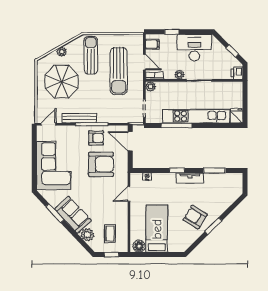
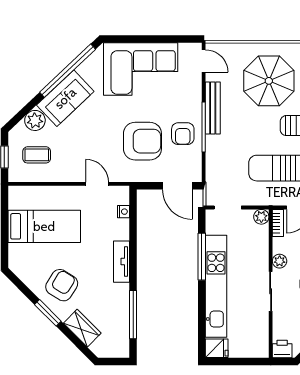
door: (130, 141) -> (177, 186), swing flipped
armchair: (101, 164) -> (142, 141), turned -90
window: (177, 170) -> (133, 257), removed
window: (214, 170) -> (133, 315), width x1.44
tv unit: (190, 178) -> (121, 262), moved
wardrobe: (223, 204) -> (82, 328), added
window: (55, 213) -> (68, 71), width x2.11
floor lamp: (139, 246) -> (17, 199), removed

